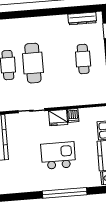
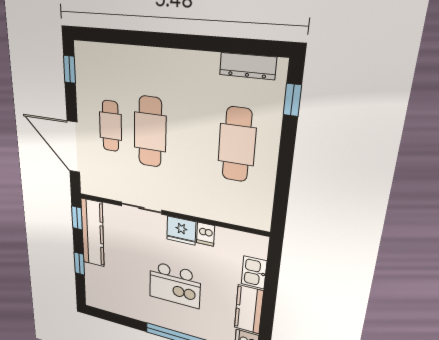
cafe table: (83, 59) -> (237, 145), width x1.37, depth x1.35
kitchen island: (58, 156) -> (175, 285), turned 180

